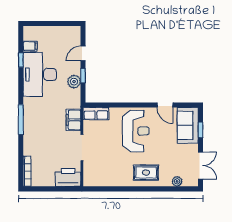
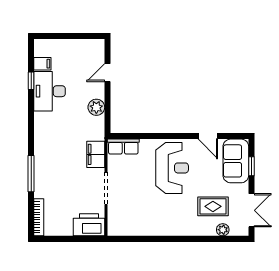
desk: (40, 74) -> (50, 91), width x0.73, depth x0.77
window: (83, 76) -> (107, 100), removed
window: (21, 120) -> (31, 174), moved
rug: (146, 173) -> (213, 206), moved

